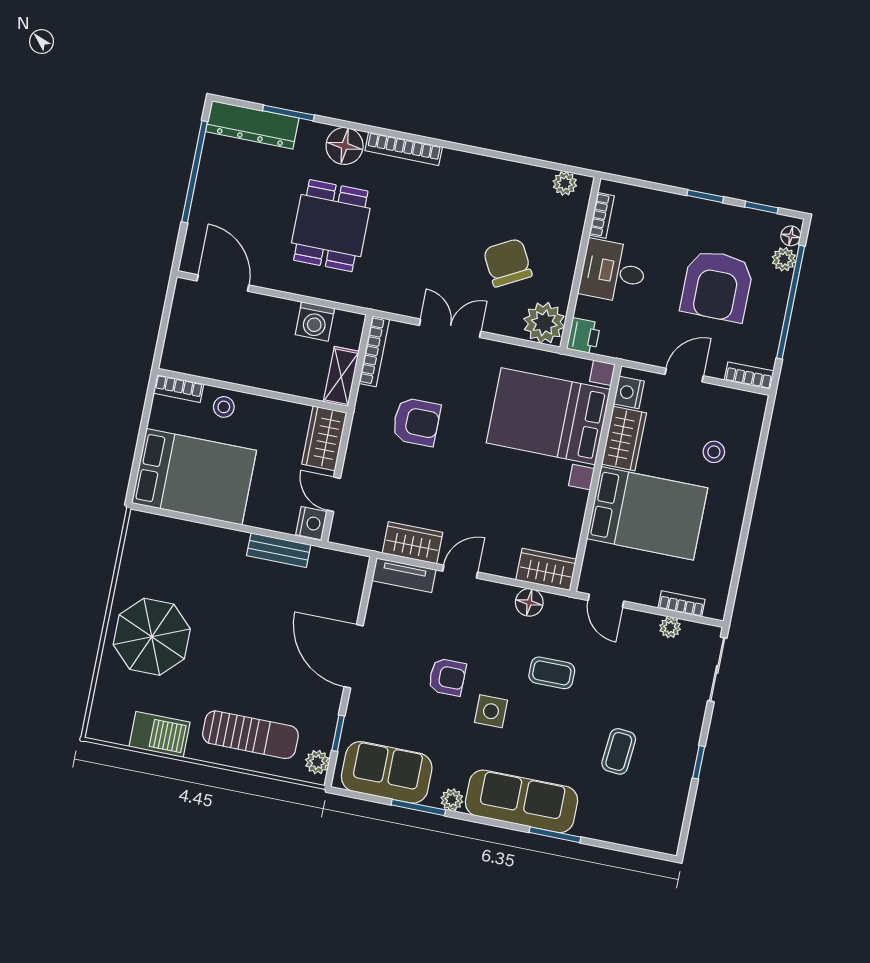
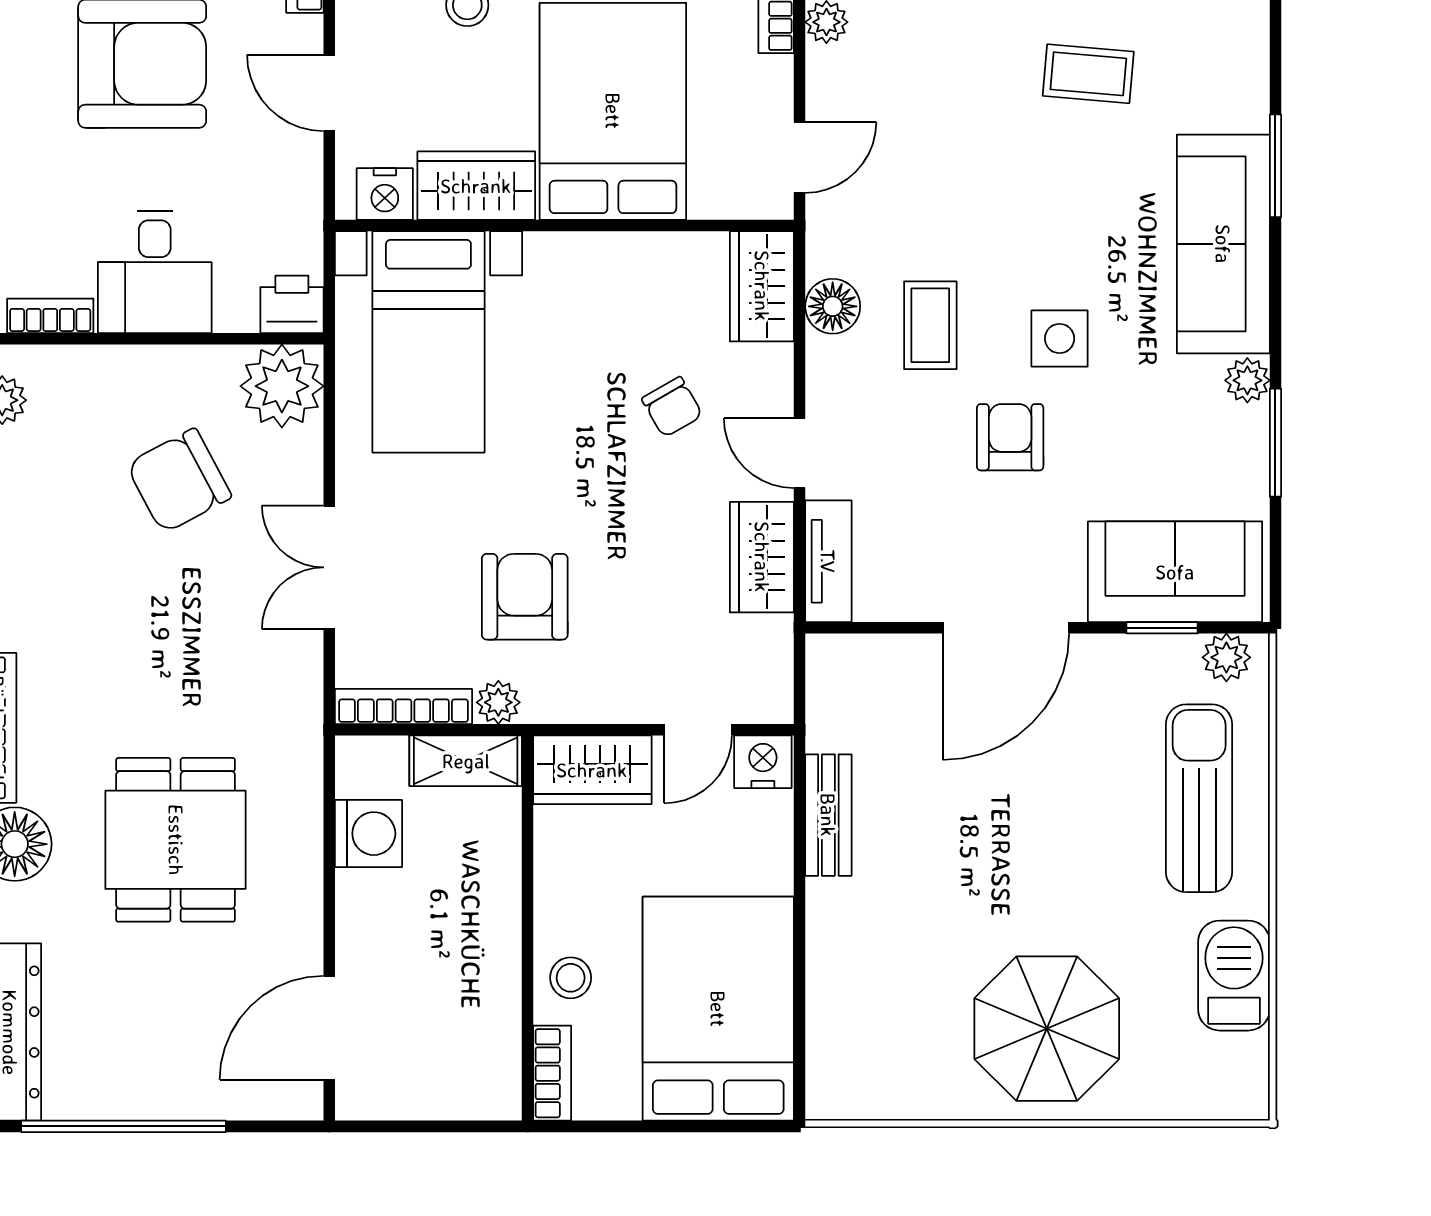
dining table: (331, 226) -> (176, 840), turned 90
plant: (367, 398) -> (498, 702), added
bed with nightstands: (548, 416) -> (428, 342), width x0.73
chair: (495, 513) -> (672, 407), added
coffee table: (552, 673) -> (930, 325), moved
sofa: (387, 772) -> (1175, 572), moved, turned 90

